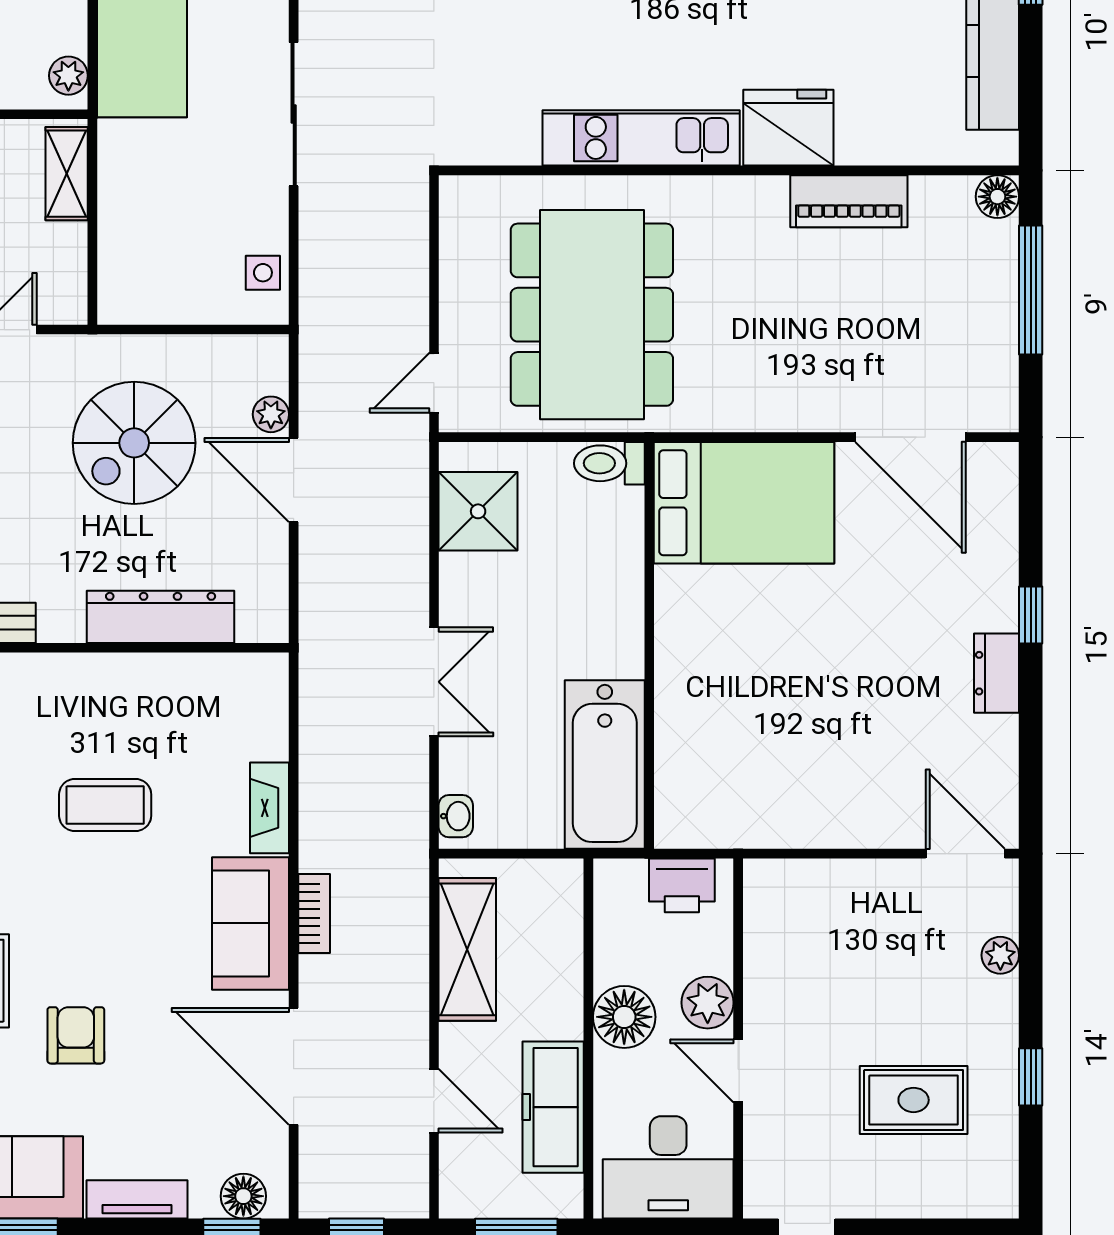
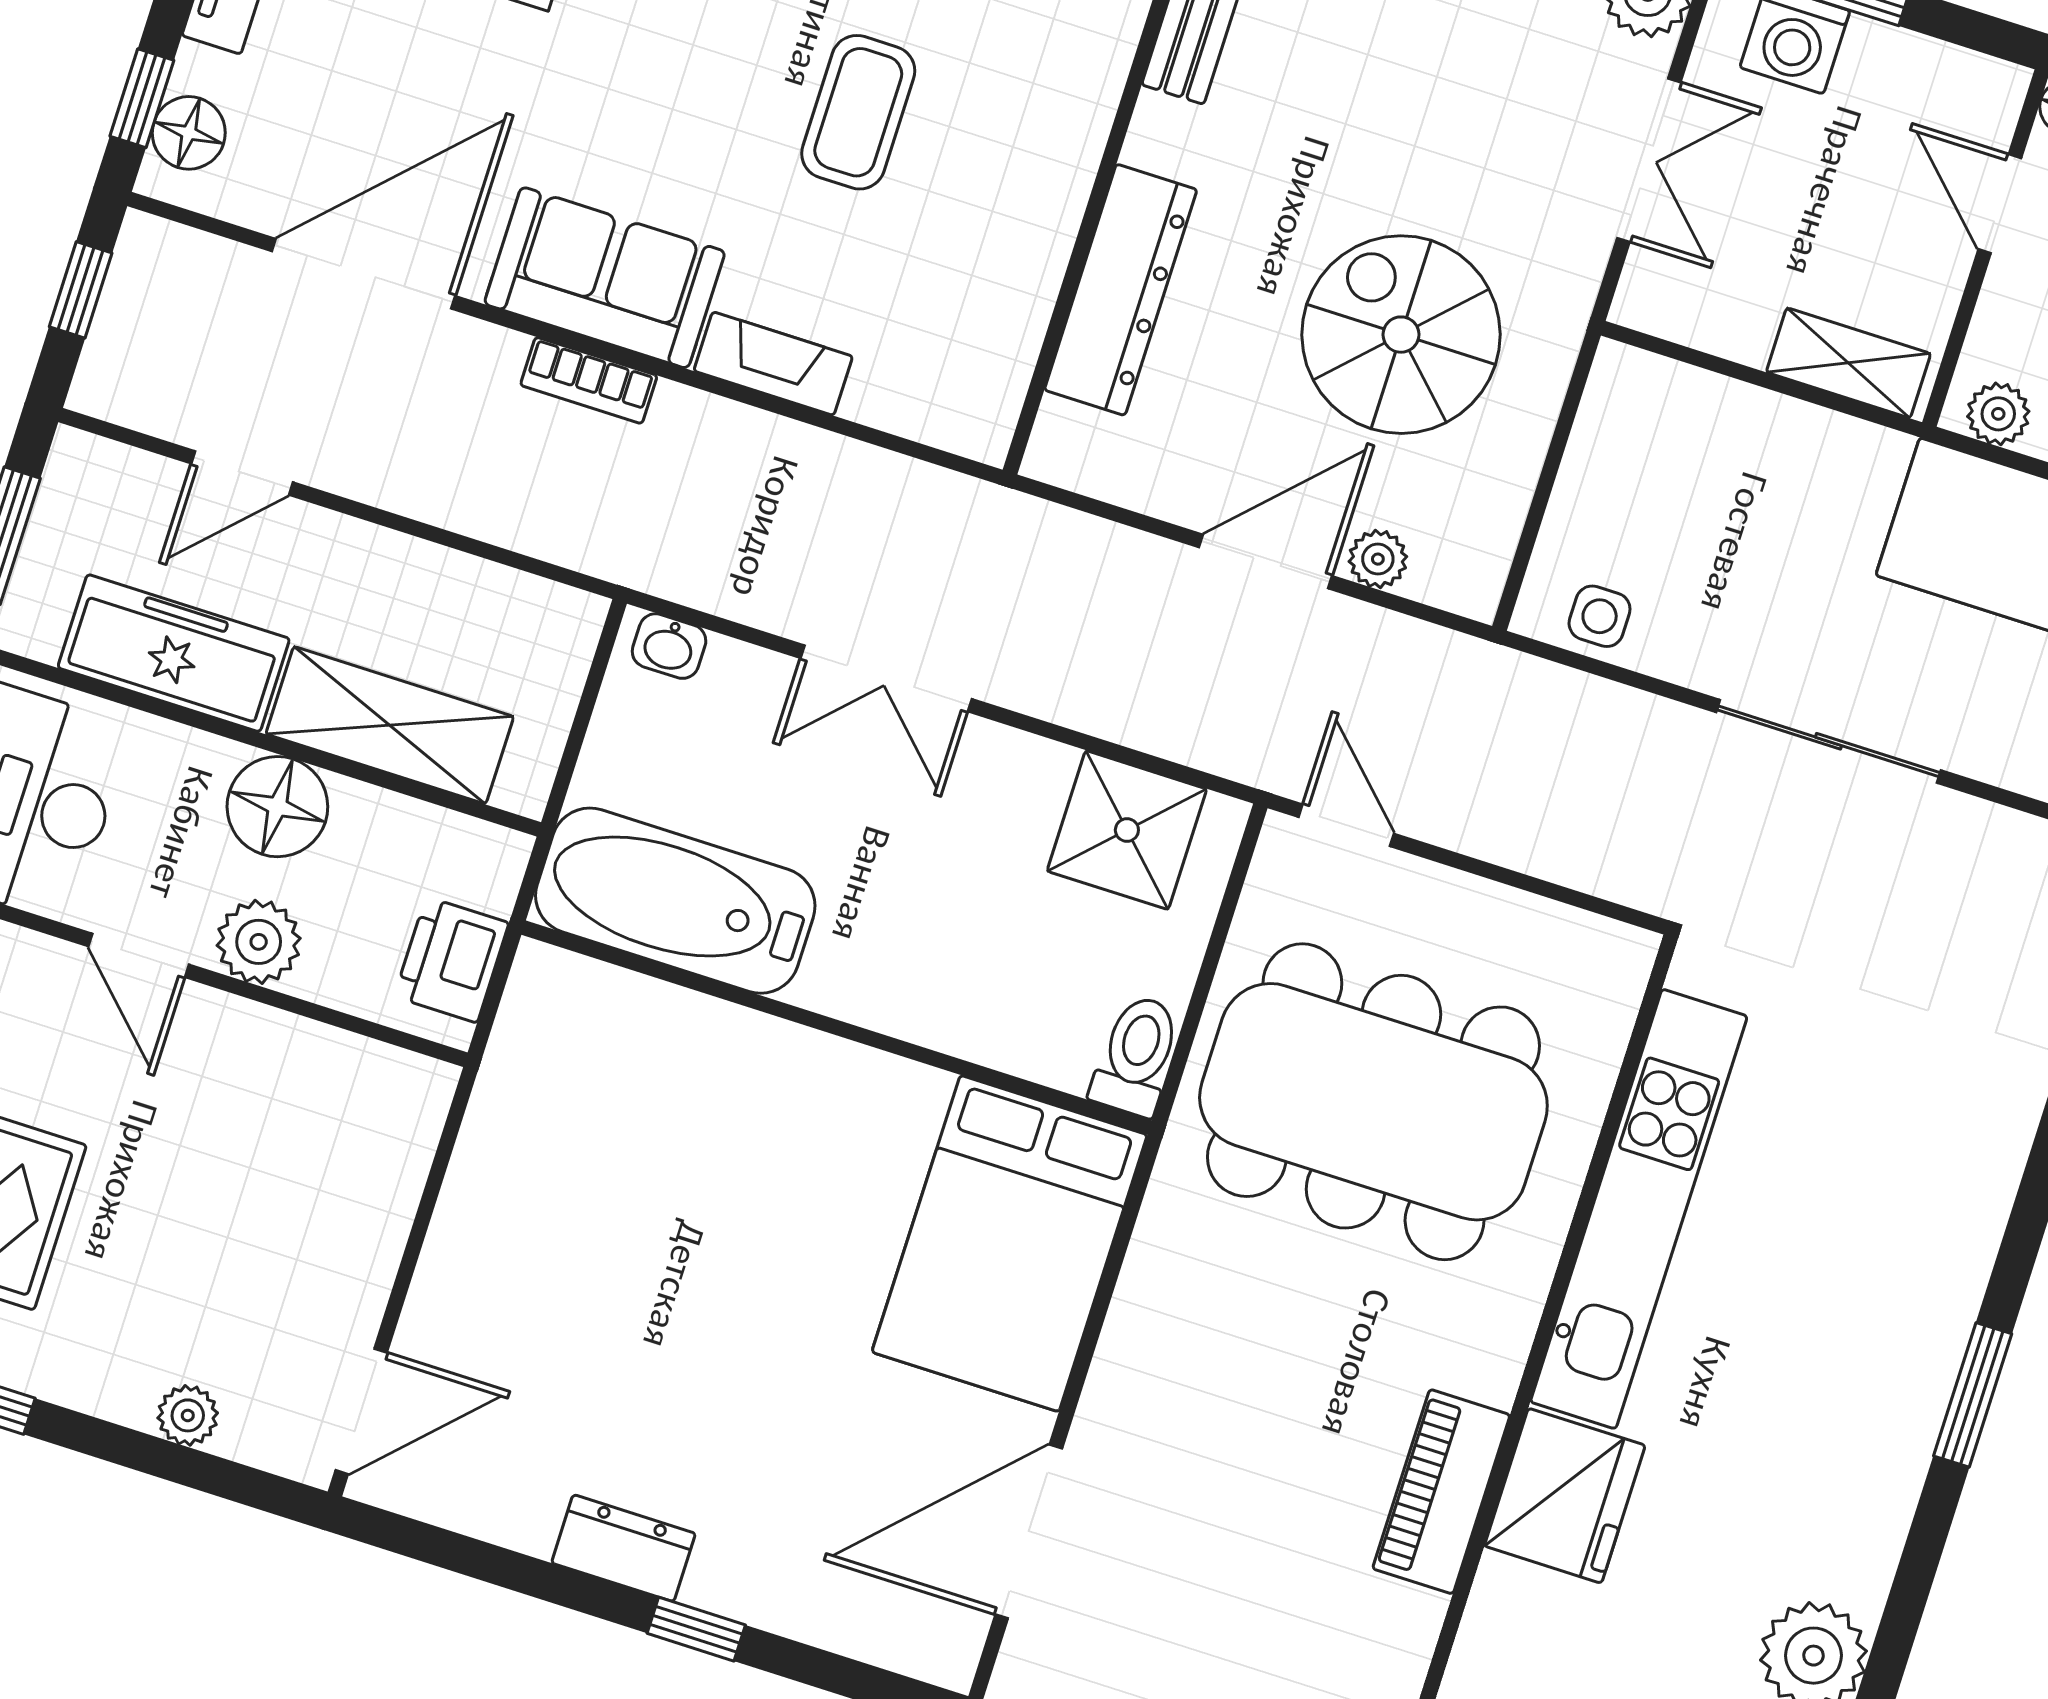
kitchen unit: (641, 138) -> (1639, 1209), width x1.36
piano: (849, 201) -> (1441, 1492), moved
shelving: (467, 949) -> (390, 725), moved
door: (738, 1071) -> (139, 955), swing flipped

